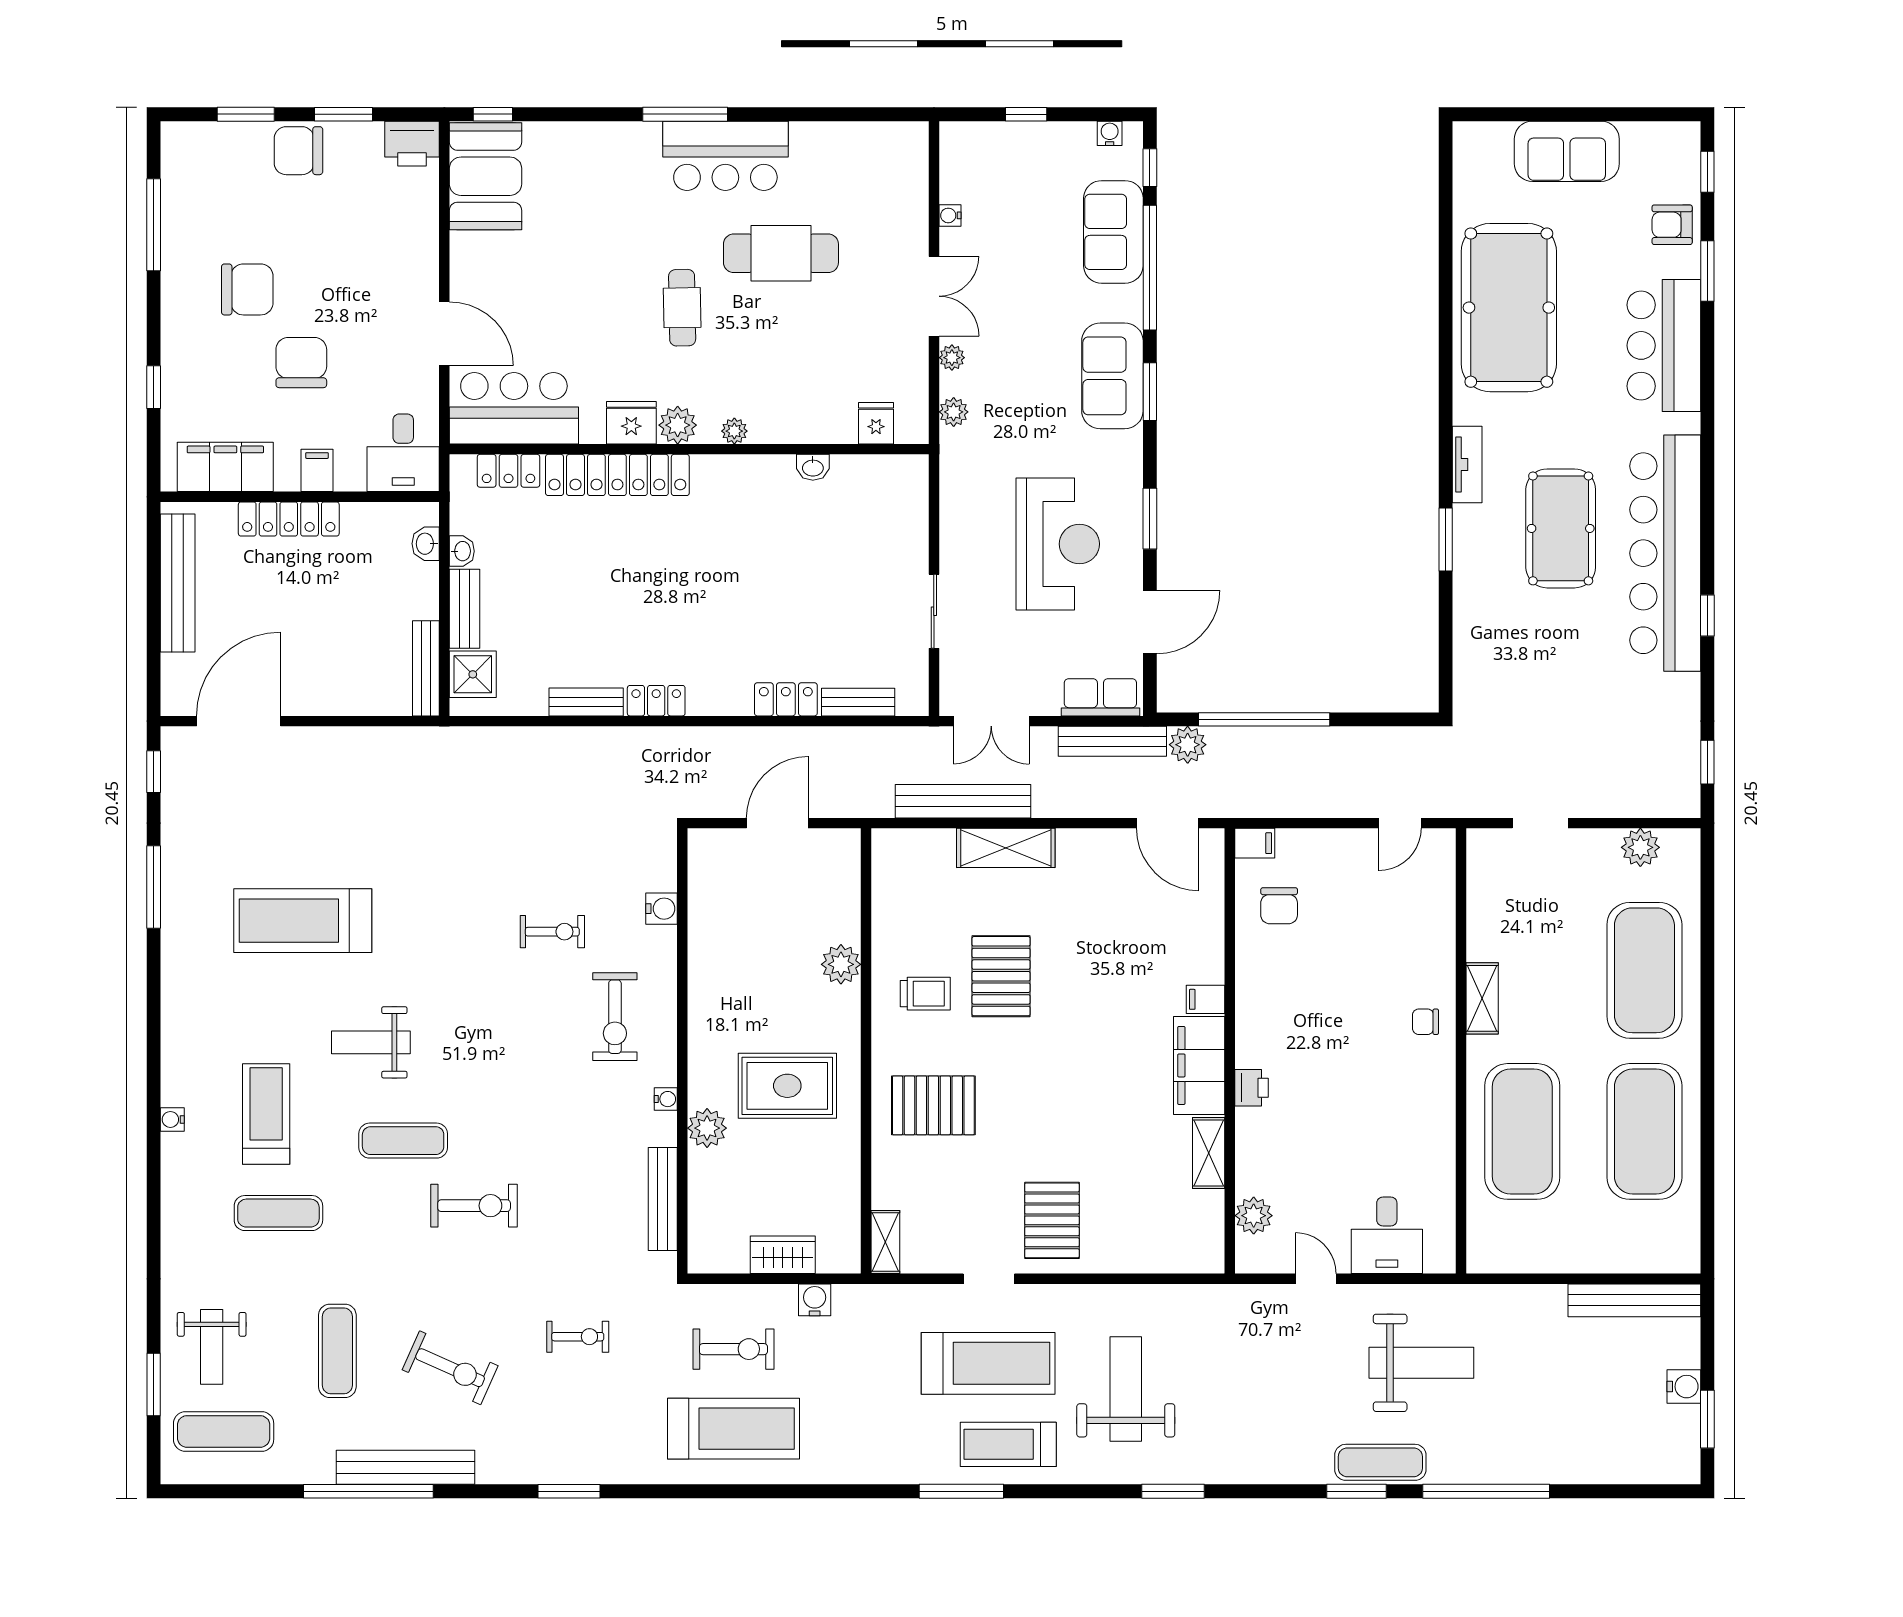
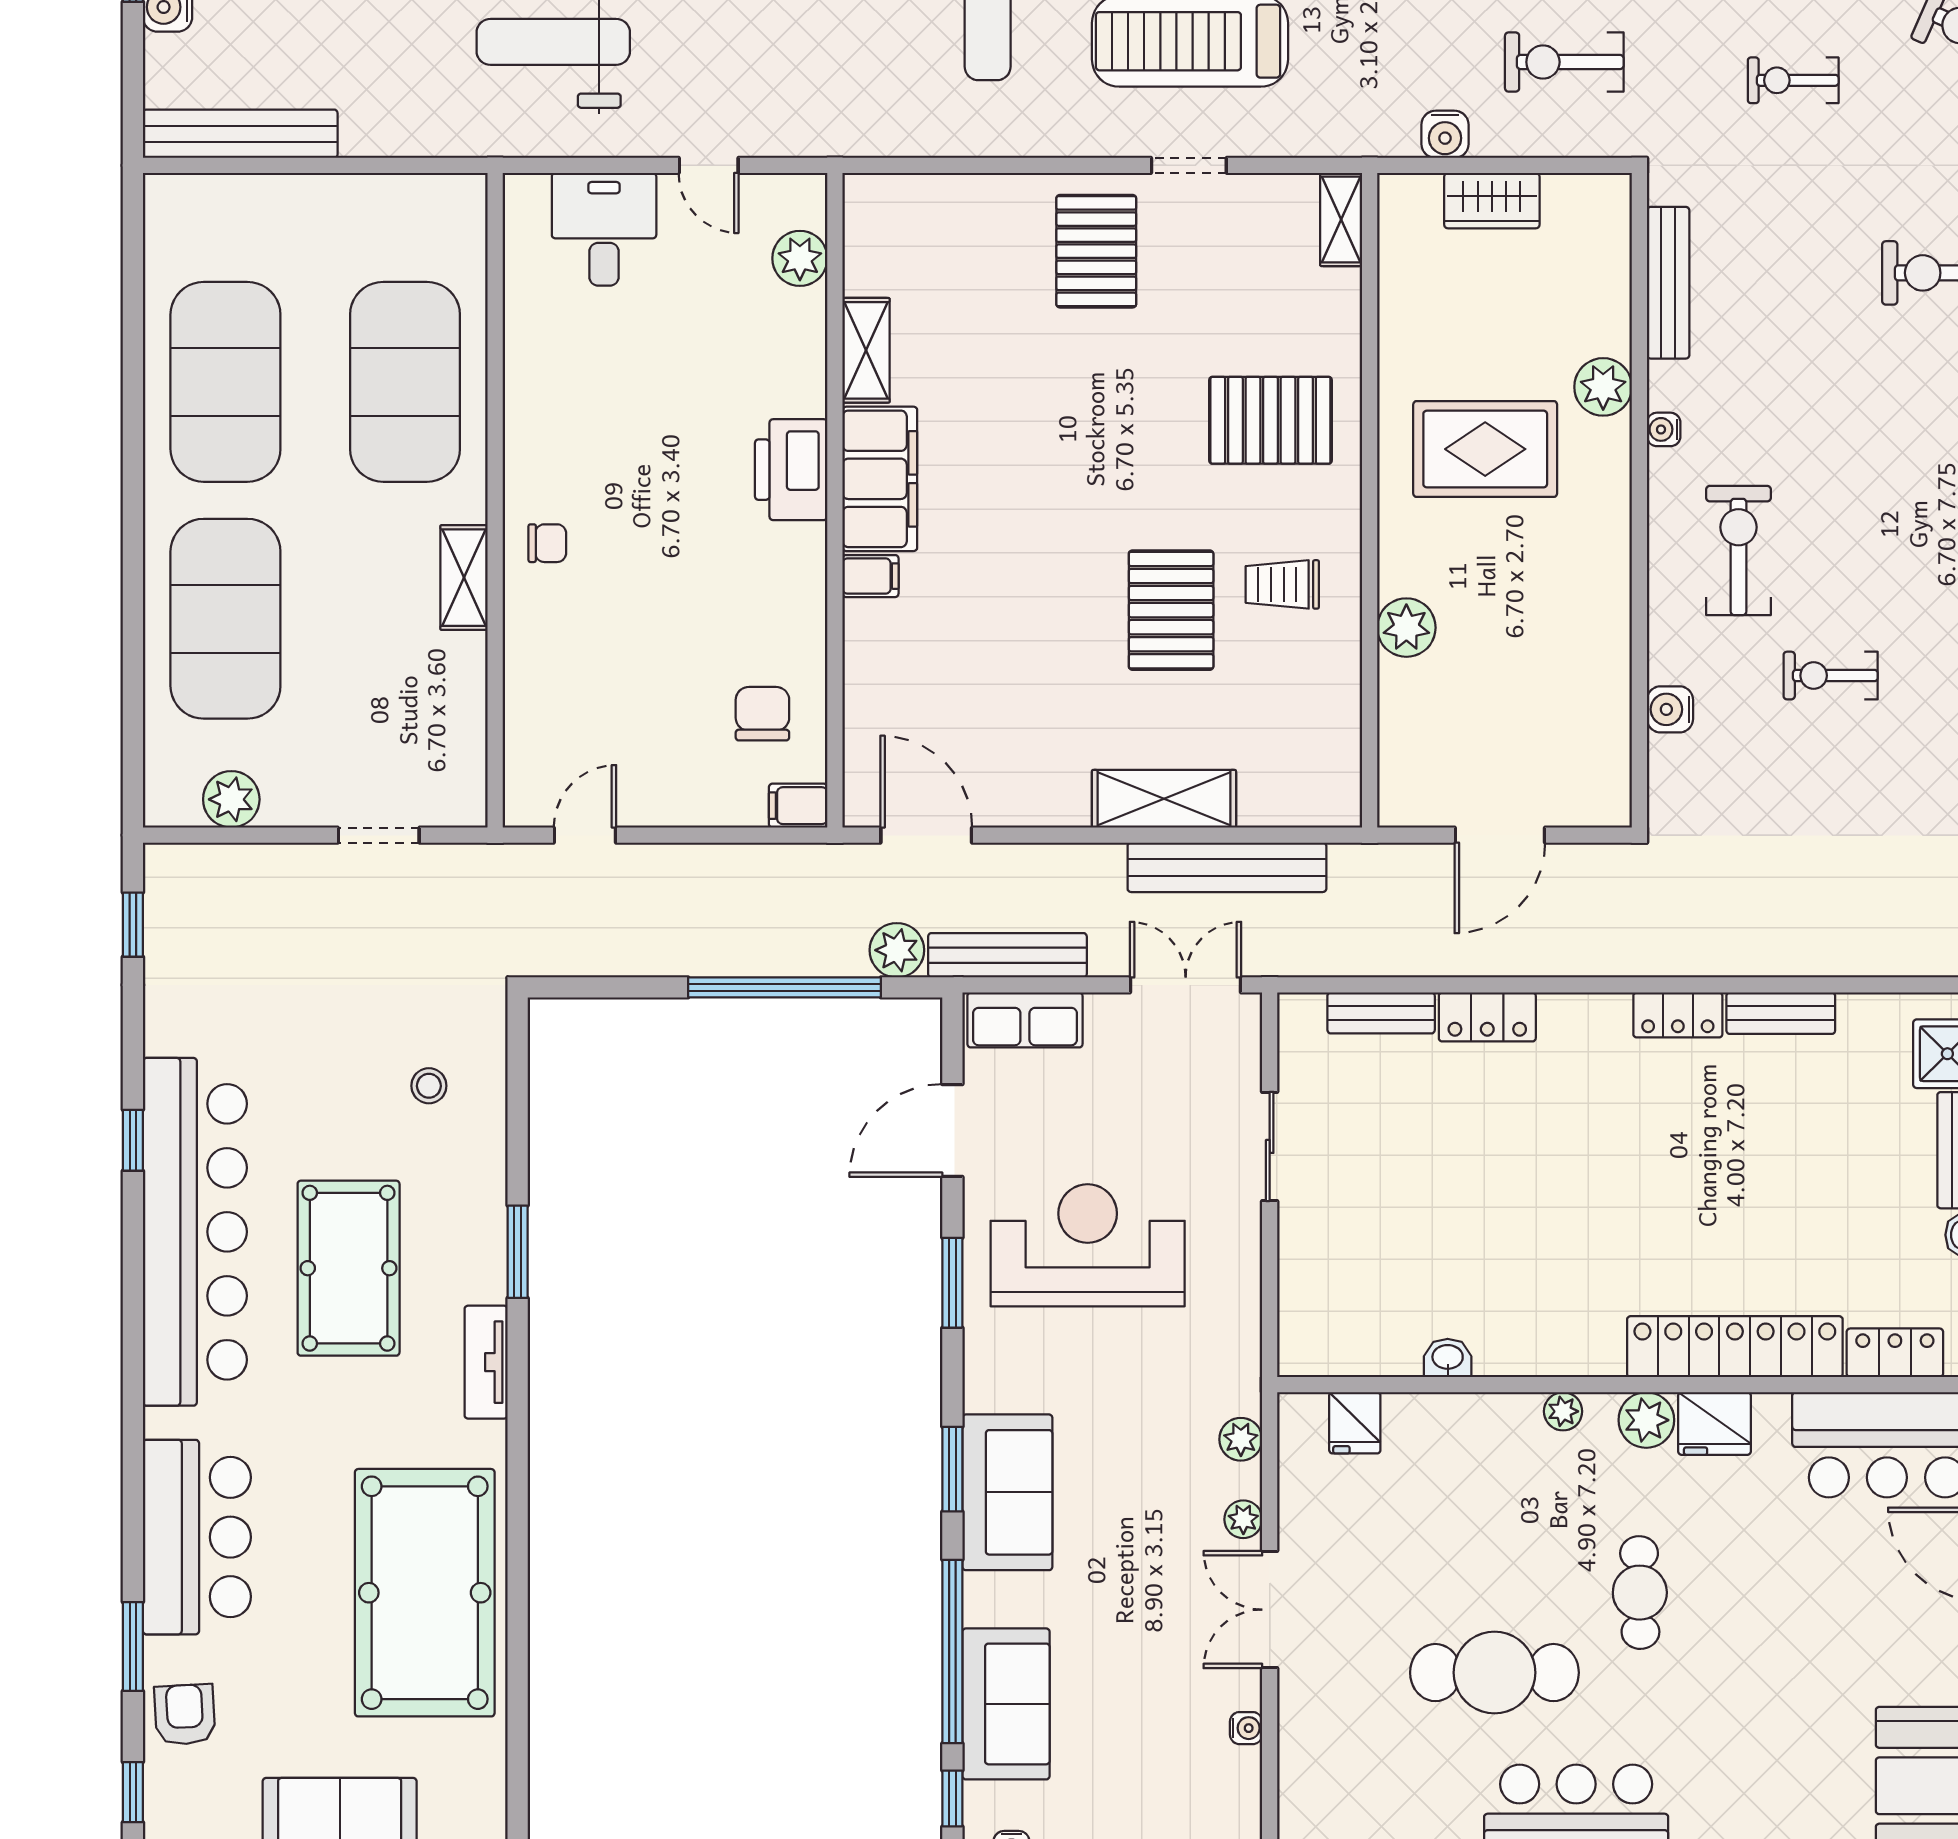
armchair: (1672, 225) -> (185, 1715), turned -93
reception desk: (1058, 544) -> (1088, 1245), turned 90
stool: (1506, 653) -> (429, 1086), added
printer: (1251, 1088) -> (791, 470), width x1.87, depth x1.48

